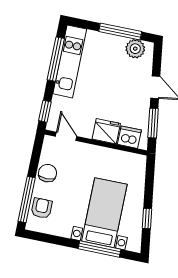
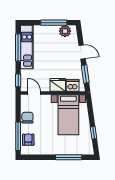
bed with nightstands: (104, 213) -> (68, 115), moved, turned 180

